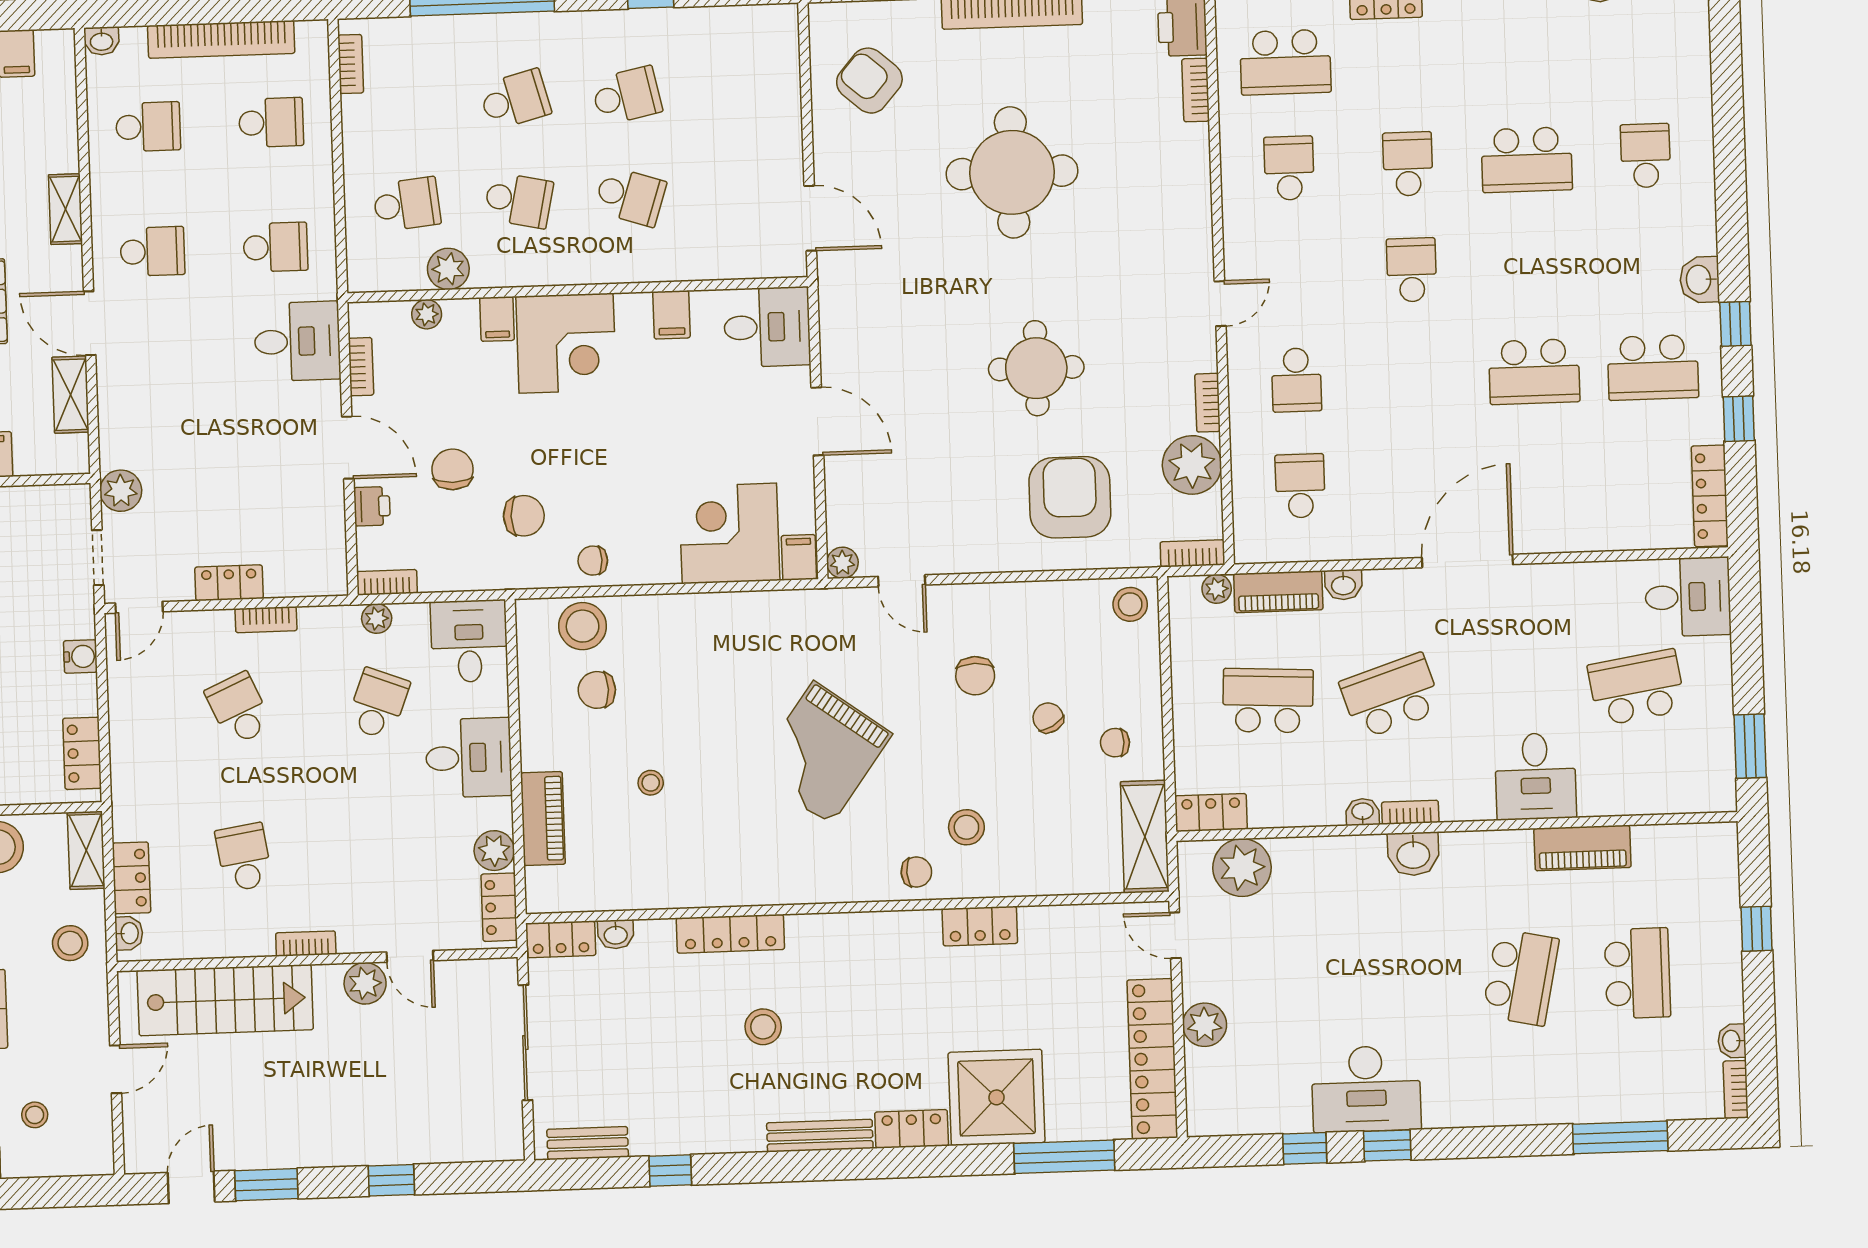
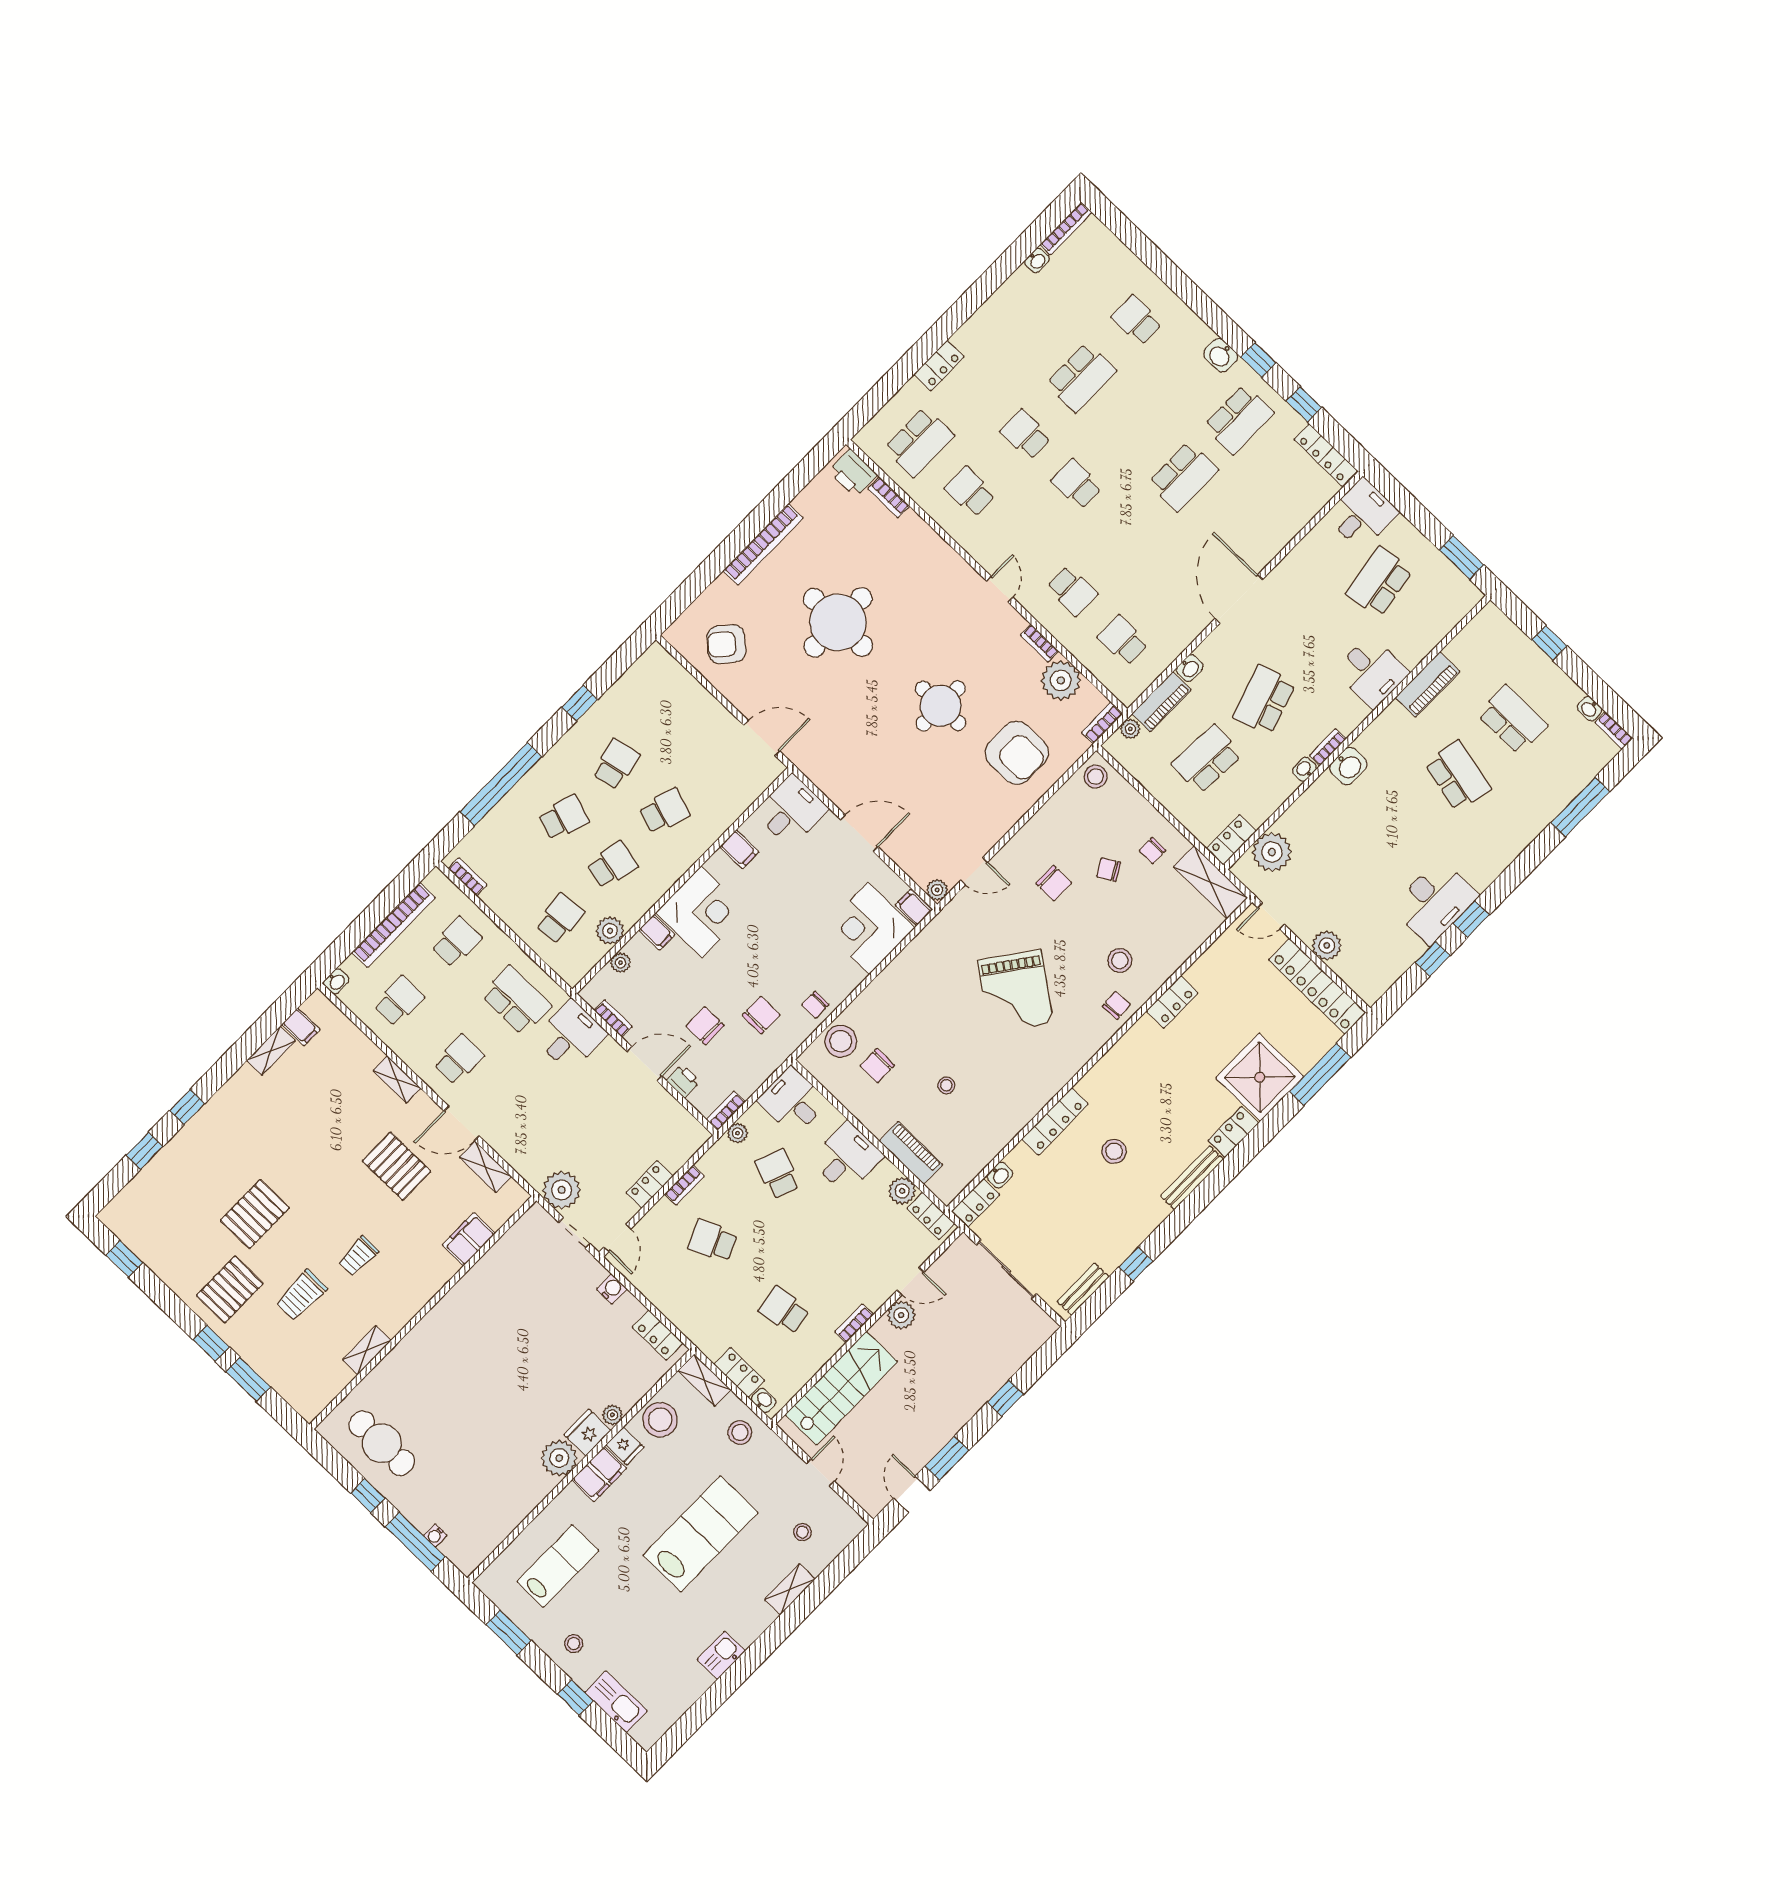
school desk: (515, 100) -> (564, 818), turned 33
school desk: (275, 247) -> (516, 1000), width x1.85
plant: (121, 491) -> (562, 1190), width x1.36, depth x1.36
armchair: (1070, 497) -> (1017, 753), turned 180

